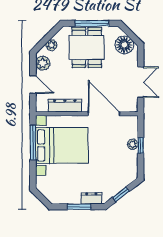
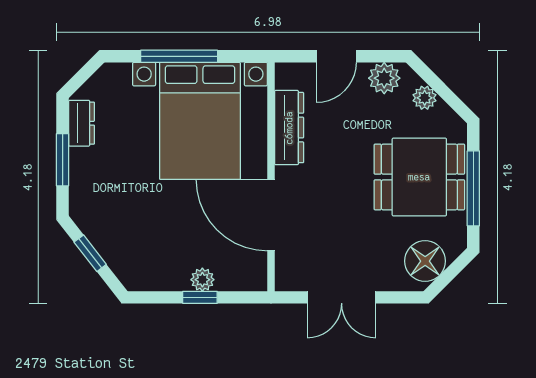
door: (104, 114) -> (271, 215), swing flipped
window: (33, 142) -> (179, 56), moved
dresser: (91, 198) -> (81, 123), moved

